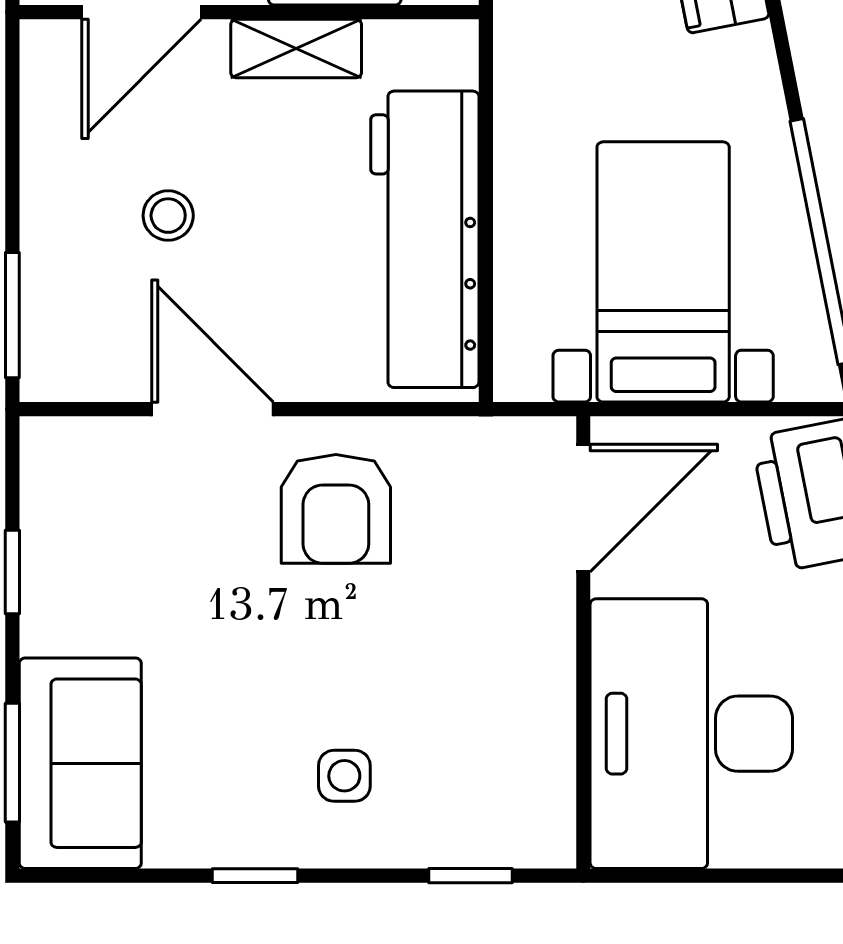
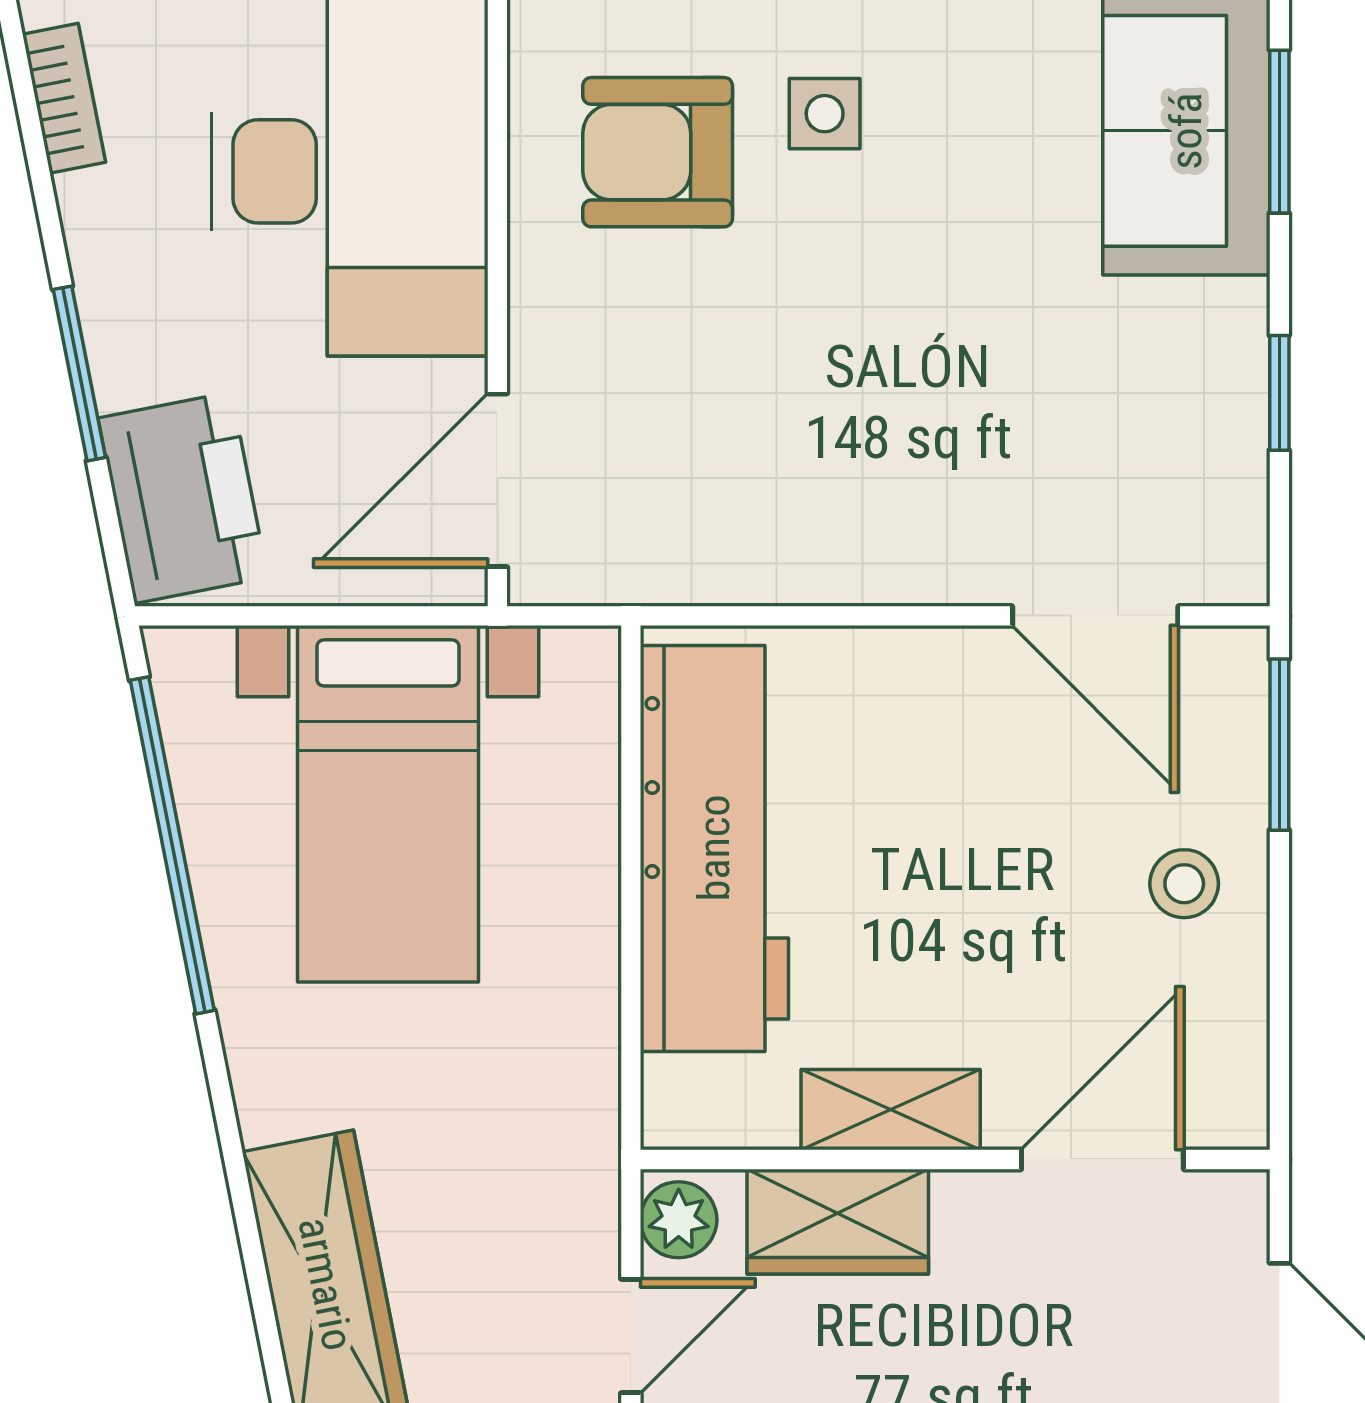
stool: (168, 216) -> (1184, 884), moved
door: (212, 409) -> (1095, 616), moved
armchair: (336, 509) -> (658, 152), moved, turned -90

